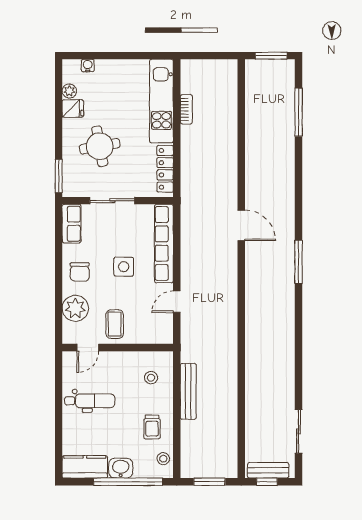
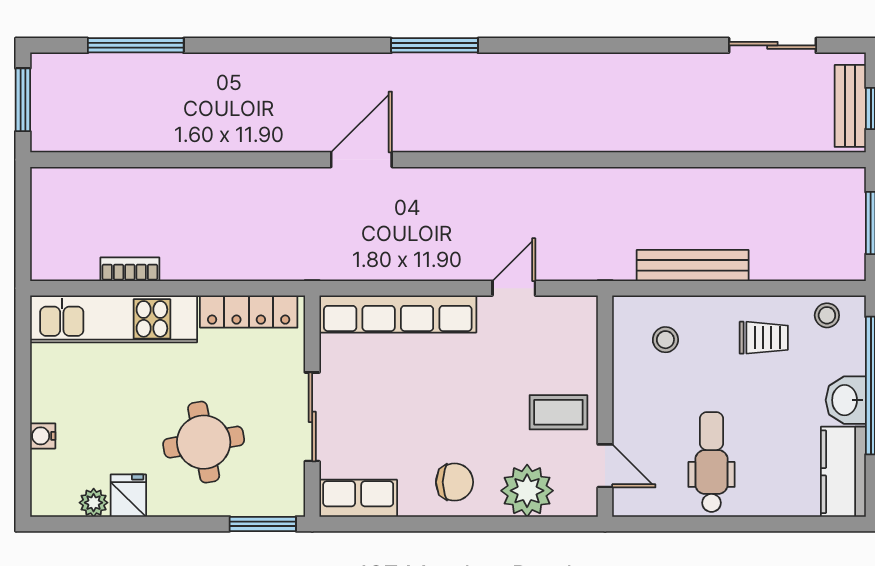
water cooler: (88, 66) -> (43, 436), moved
side table: (124, 267) -> (444, 394), removed
door: (177, 302) -> (514, 288), swing flipped

